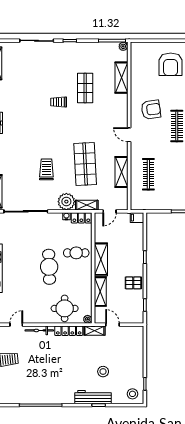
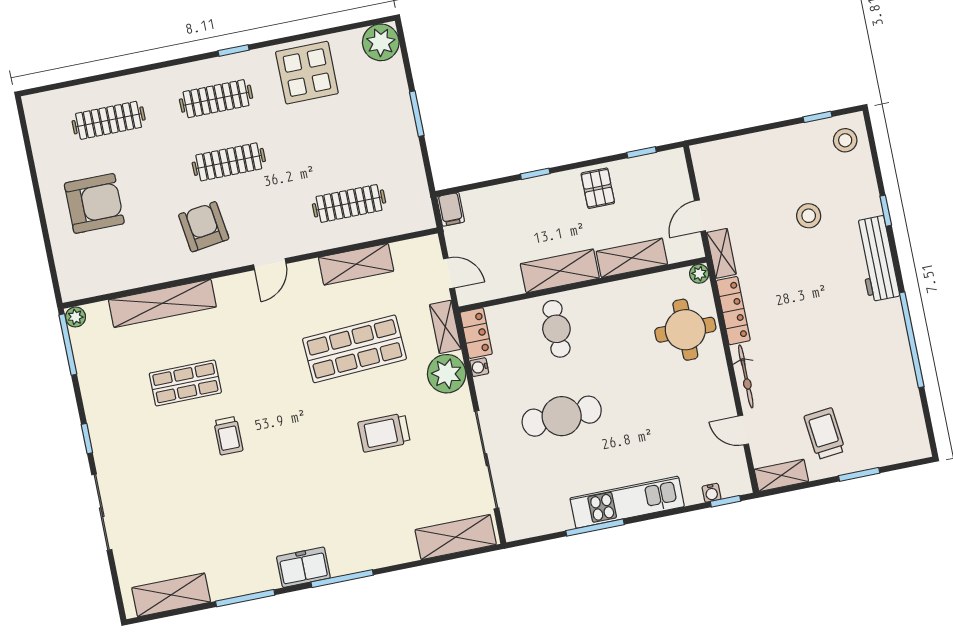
shelving: (121, 78) -> (162, 303), width x1.47
cafe table: (49, 267) -> (562, 416), moved
workbench: (93, 397) -> (877, 259), moved

